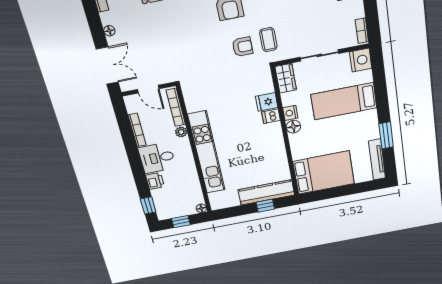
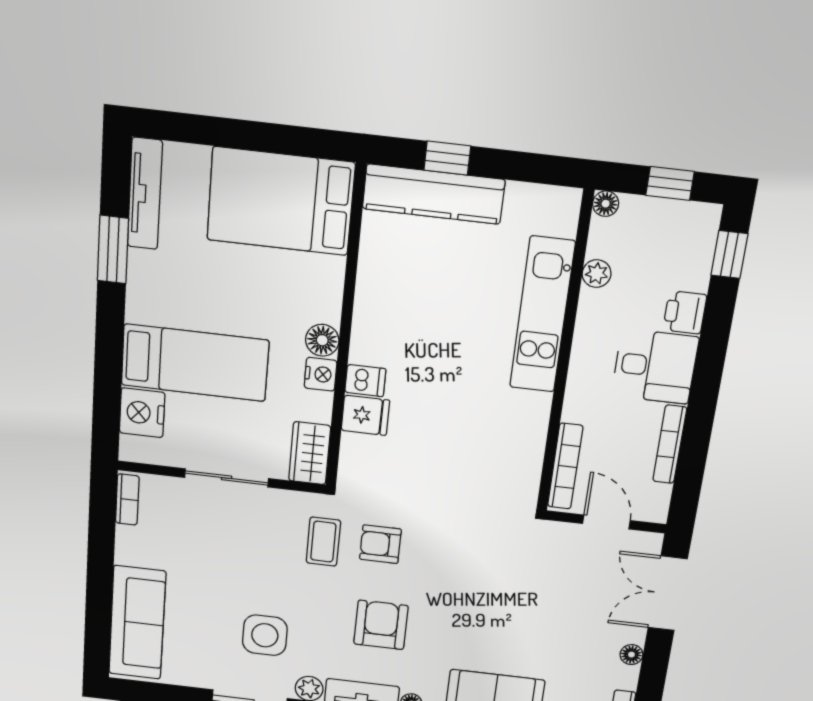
nightstand: (361, 60) -> (142, 413), moved
plant: (181, 132) -> (597, 274), moved
kitchen unit: (207, 153) -> (542, 315), width x0.73

